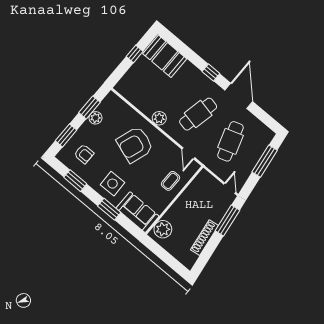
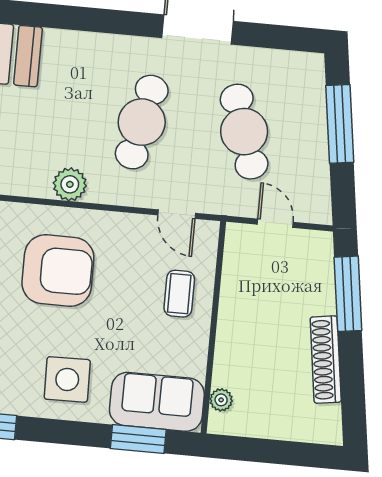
window: (211, 73) -> (110, 21), removed
armchair: (135, 145) -> (58, 270), turned -109
door: (230, 188) -> (275, 223), moved
window: (109, 209) -> (138, 439), moved
plant: (163, 229) -> (221, 400), width x0.53, depth x0.53

